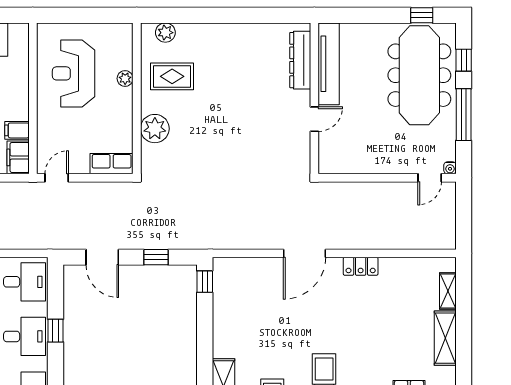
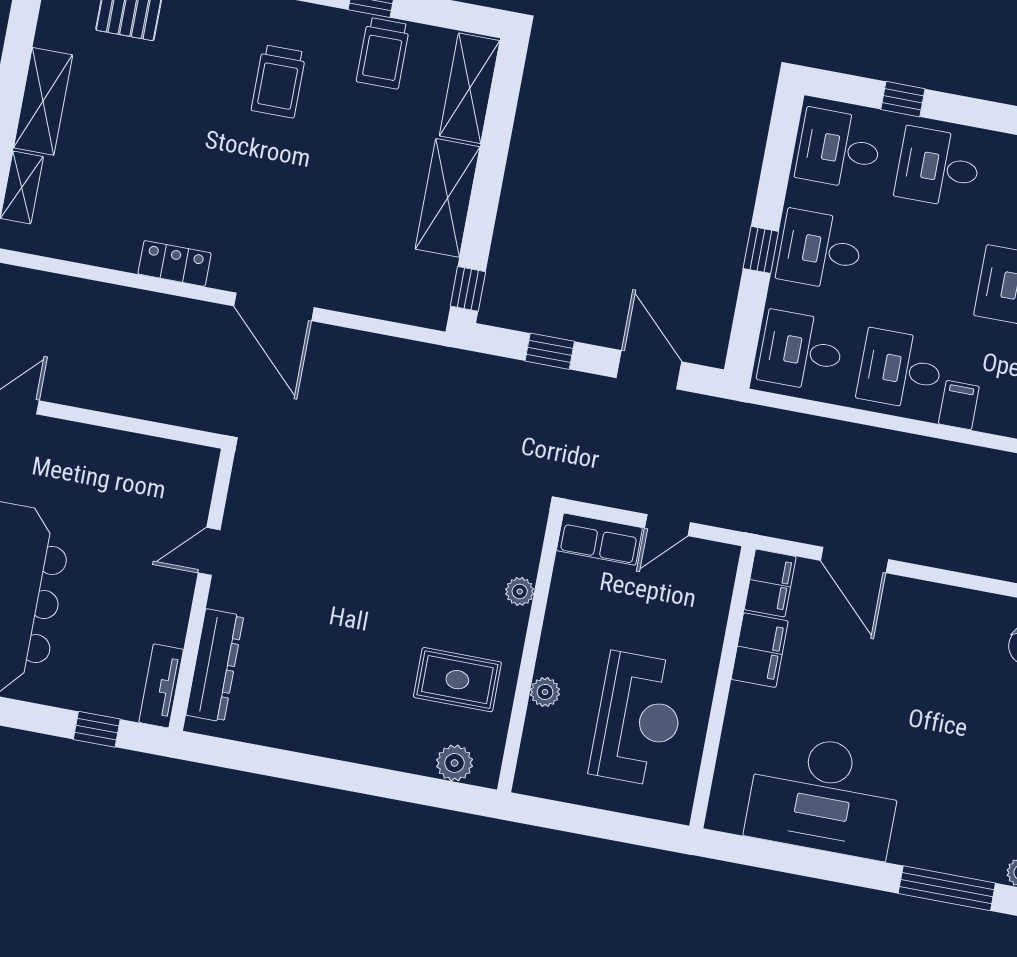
window: (356, 15) -> (97, 729), added
tv unit: (329, 64) -> (161, 686), width x0.52, depth x0.78
plant: (155, 129) -> (520, 591), width x0.53, depth x0.53
filing cabinet: (17, 130) -> (760, 650), width x2.00
door: (57, 178) -> (667, 525), moved
door: (304, 253) -> (274, 307), swing flipped
shelving: (224, 327) -> (448, 198), added

